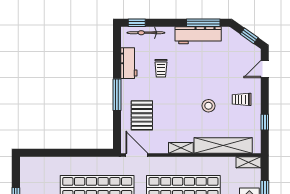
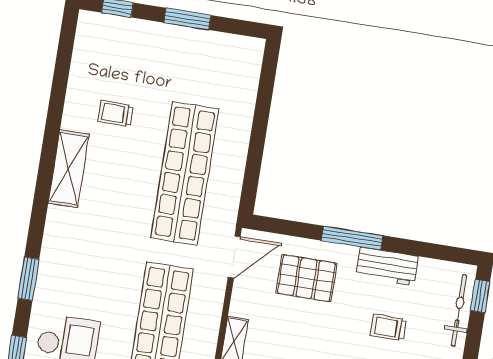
workbench: (129, 63) -> (387, 266), moved

